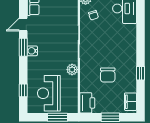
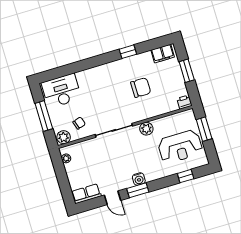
printer: (87, 103) -> (184, 102), width x0.53, depth x0.68

